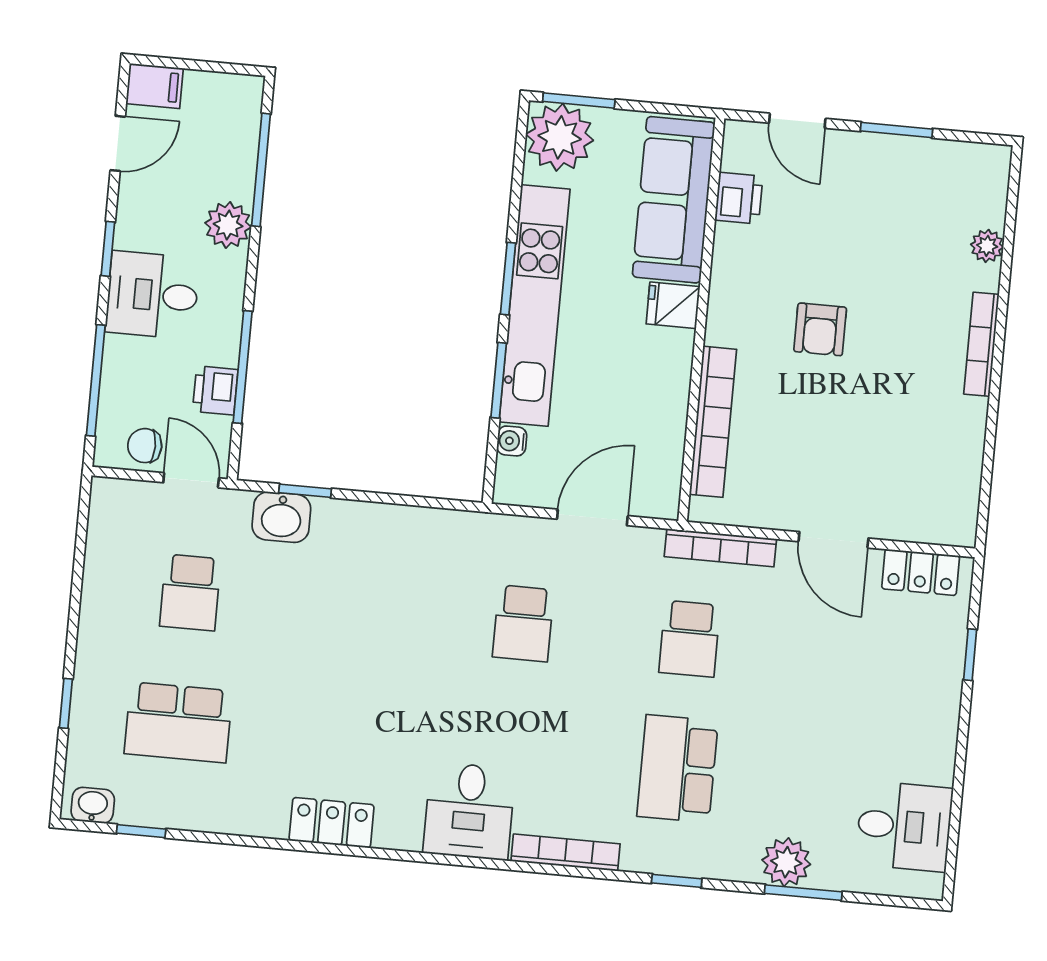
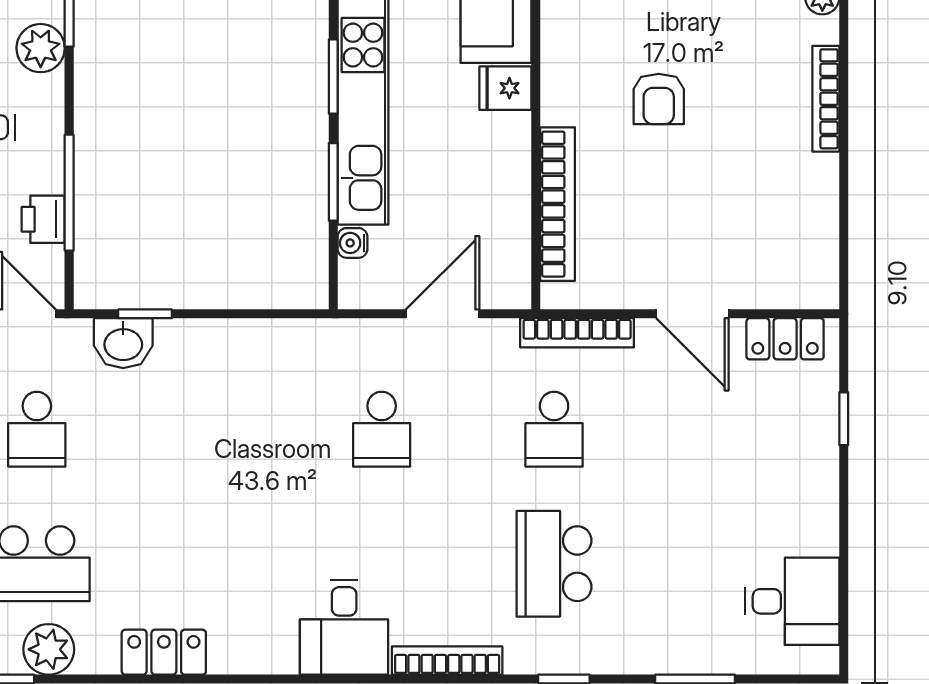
locker: (332, 823) -> (164, 652), moved
plant: (786, 862) -> (49, 649), moved

